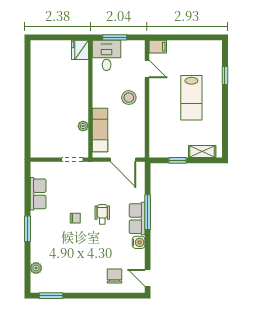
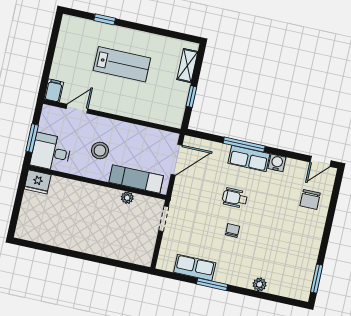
stool: (129, 98) -> (100, 151), moved
window: (28, 229) -> (212, 284), moved
plant: (36, 268) -> (260, 284), moved
chair: (115, 276) -> (310, 199), turned -90

